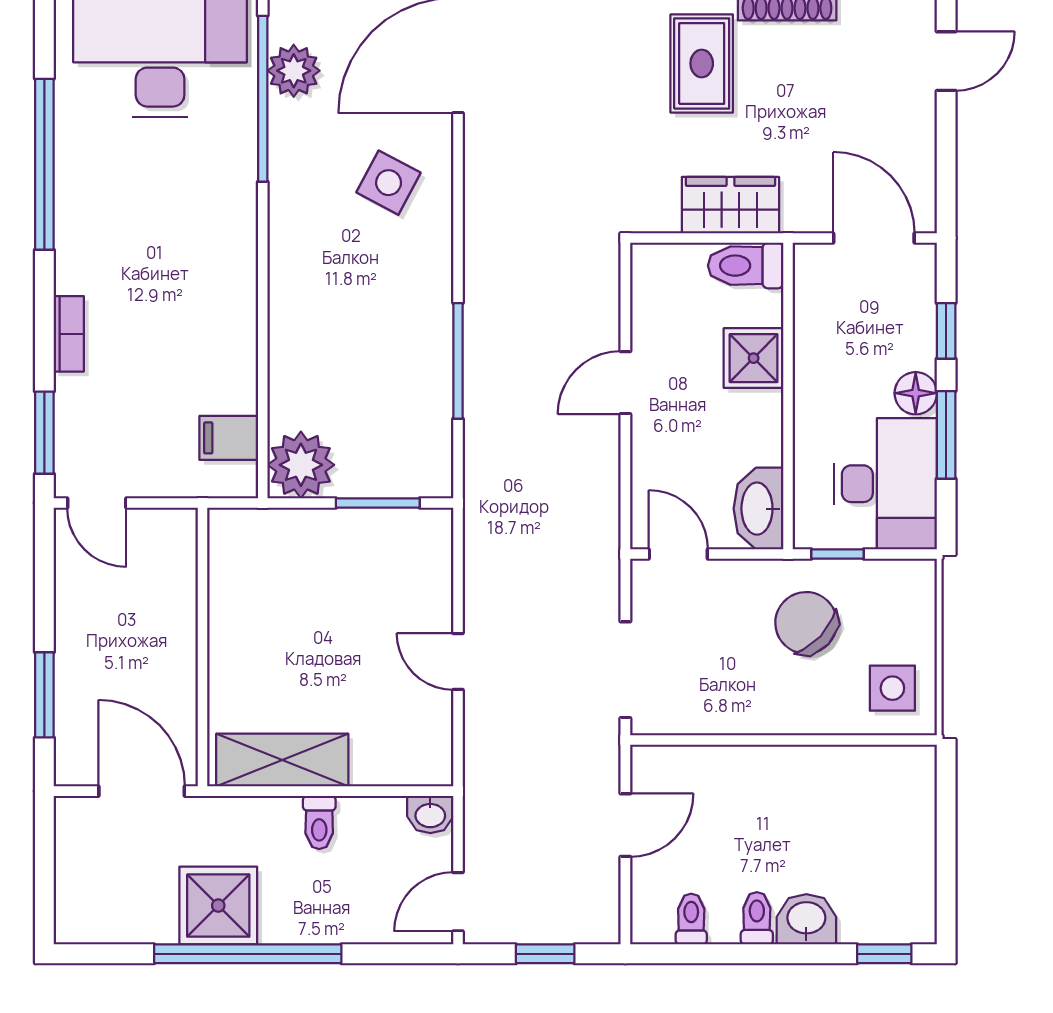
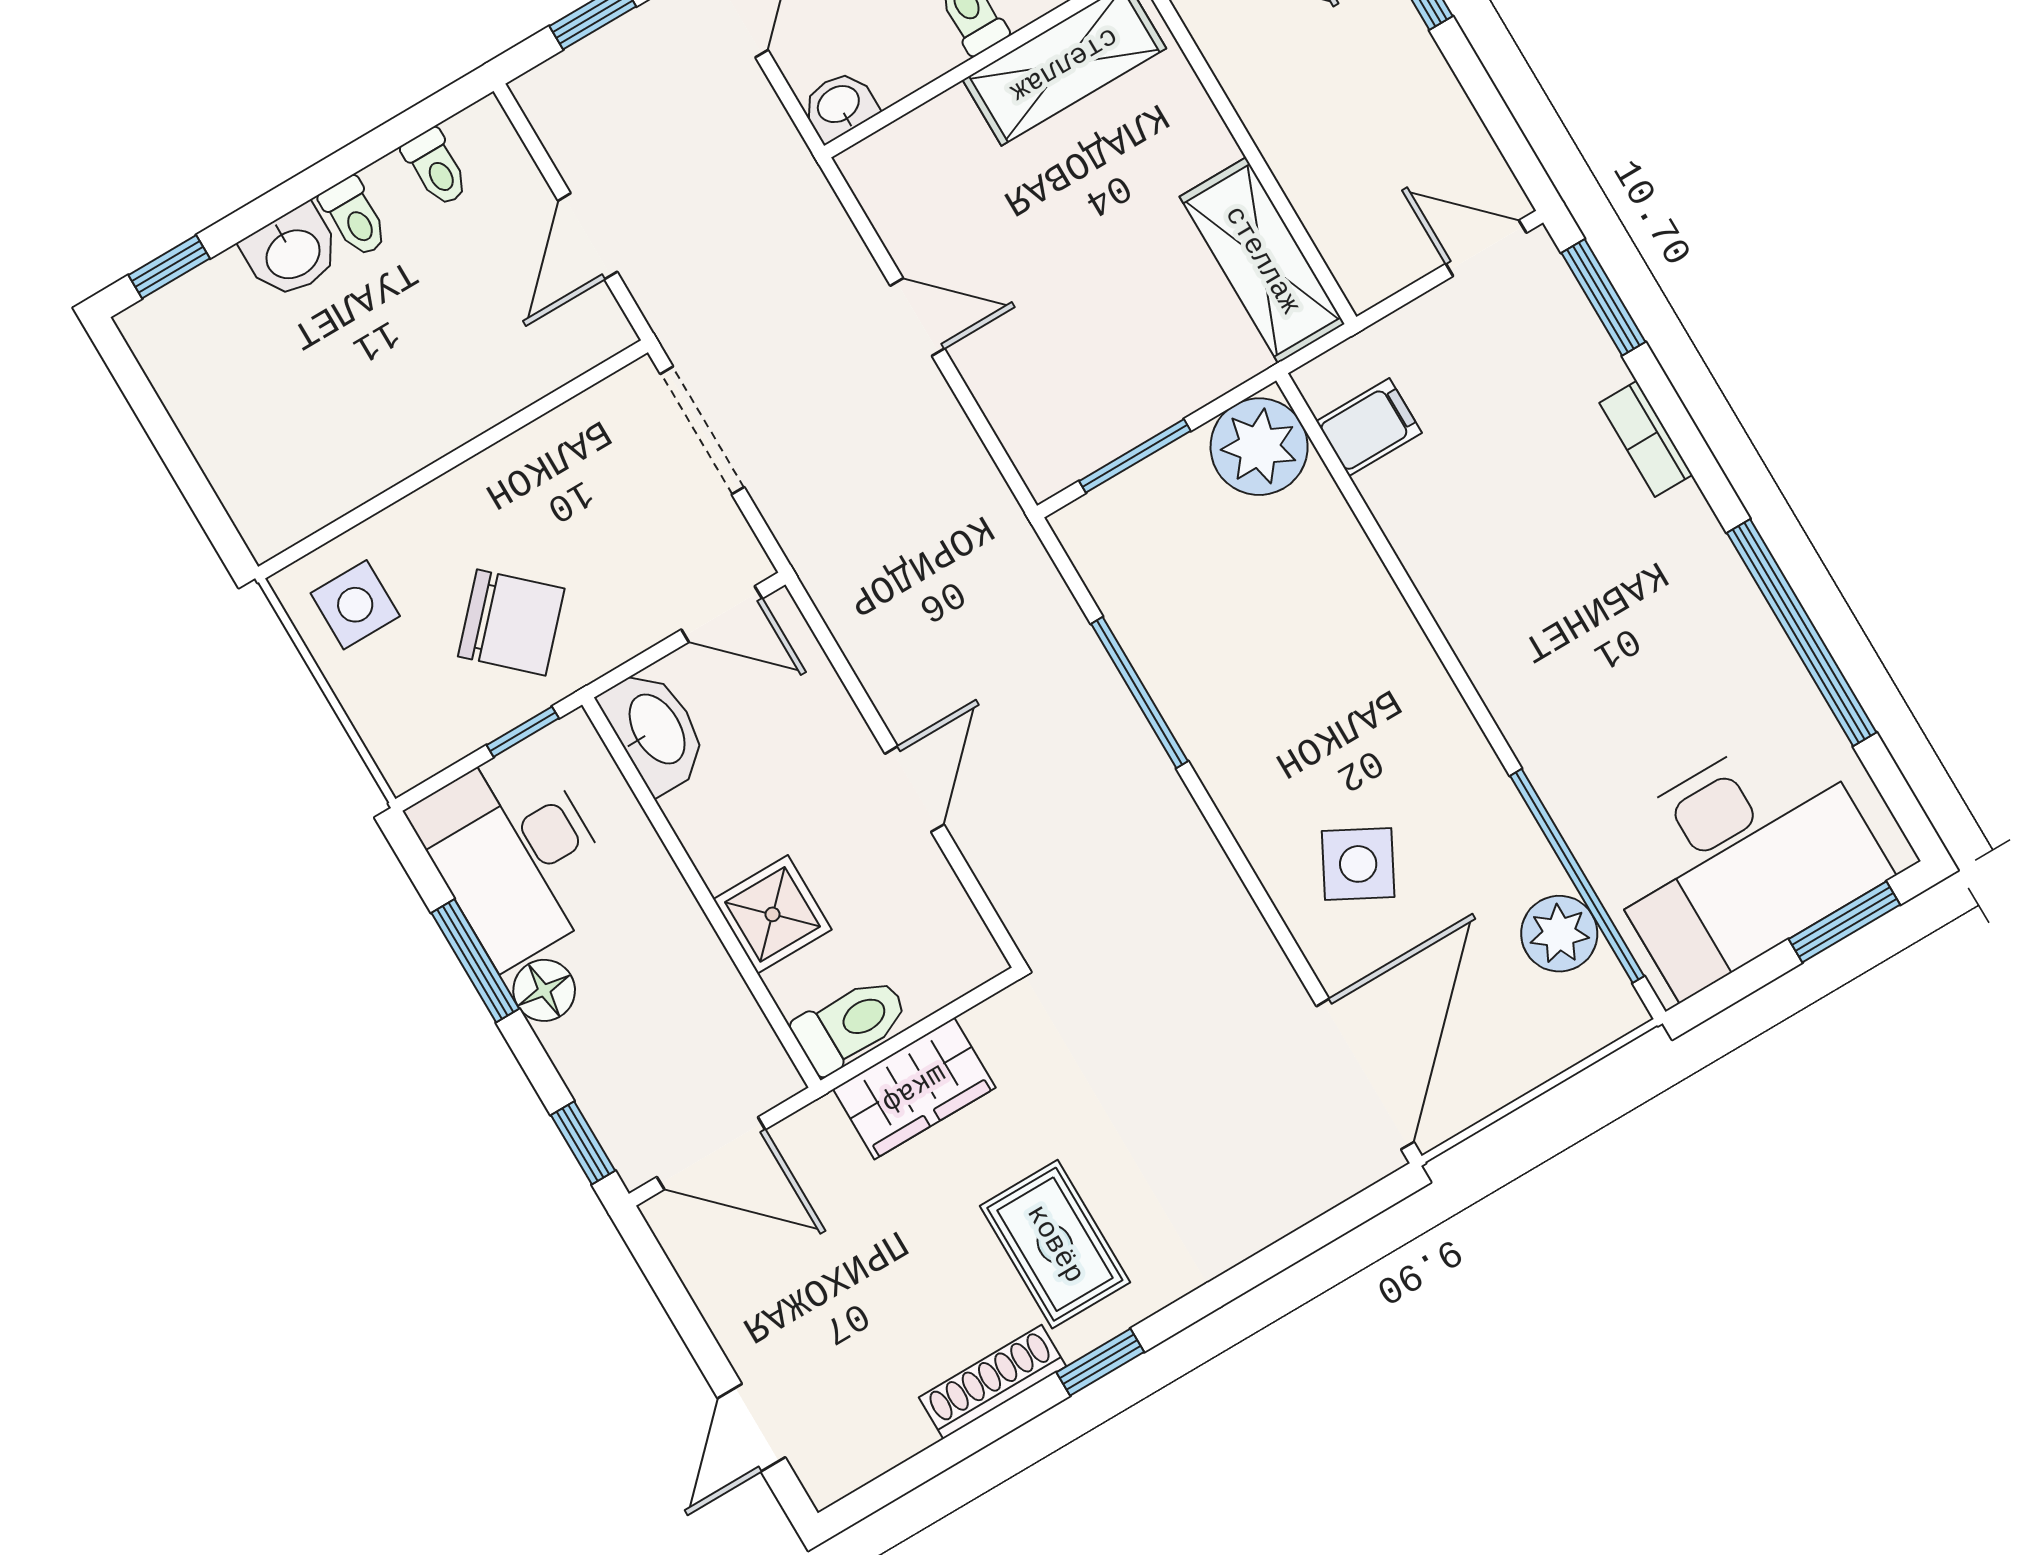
window: (946, 331) -> (583, 1143), moved
shelving: (234, 574) -> (1262, 260), added

